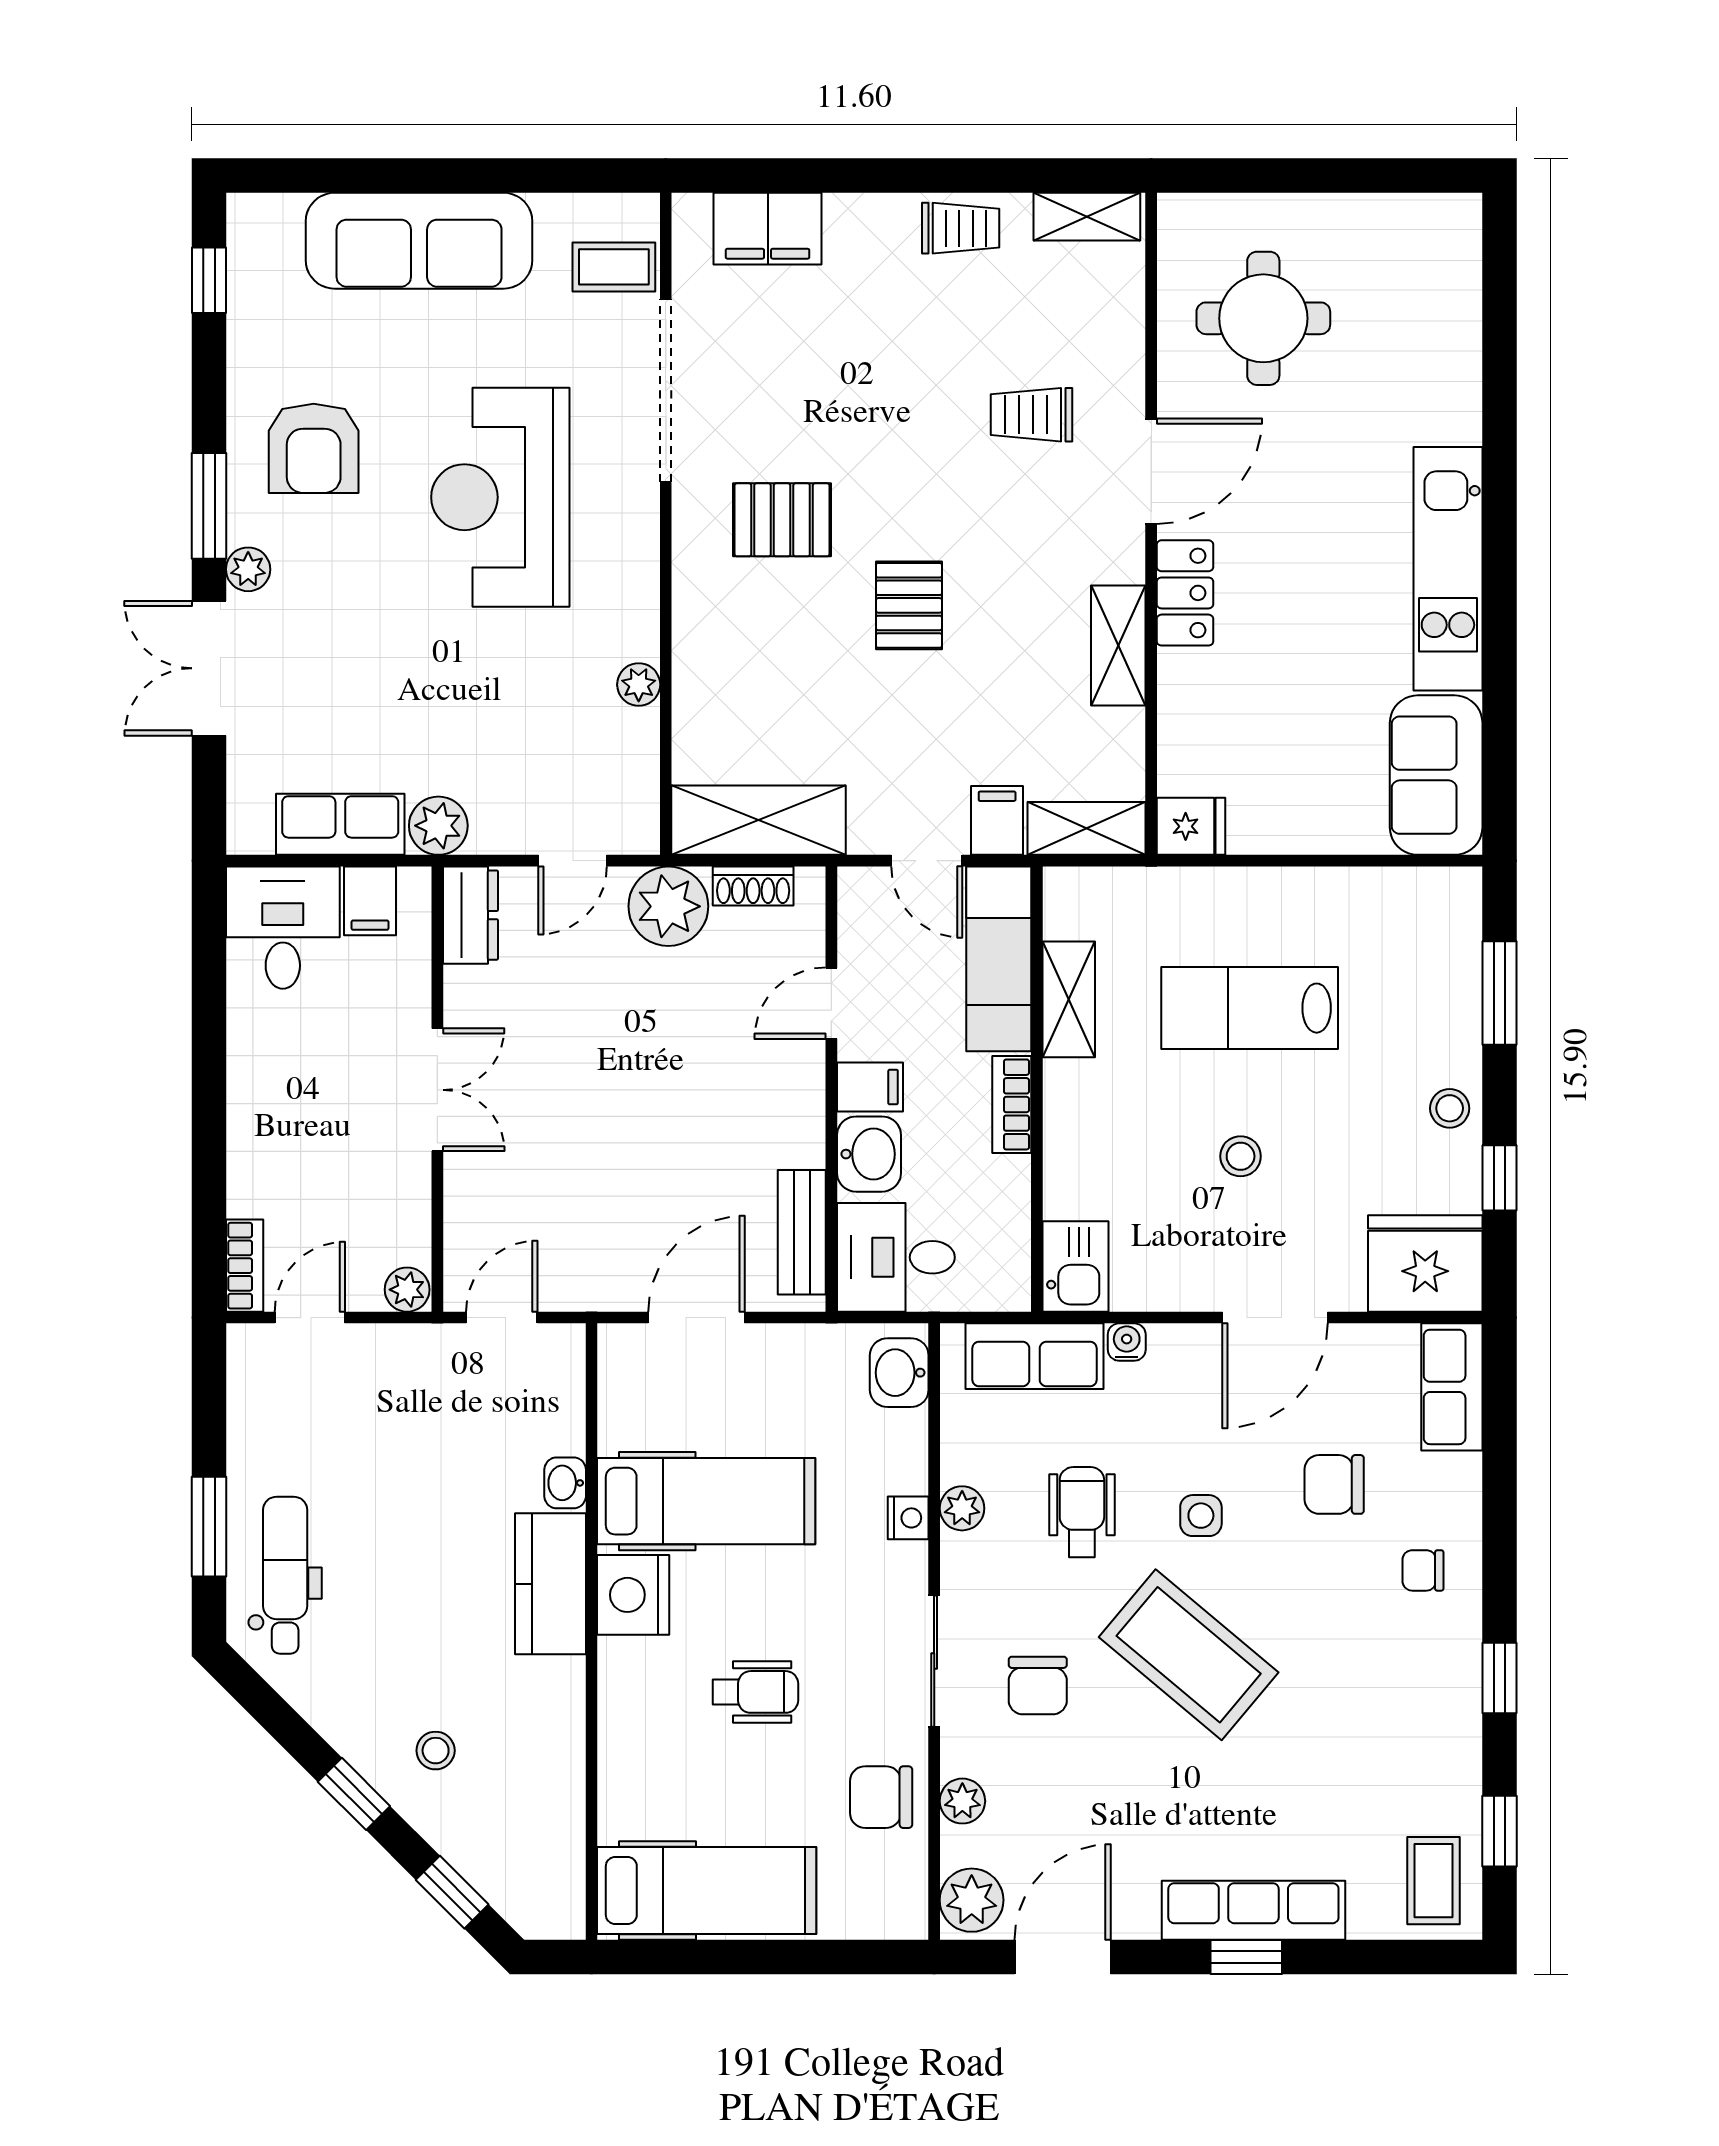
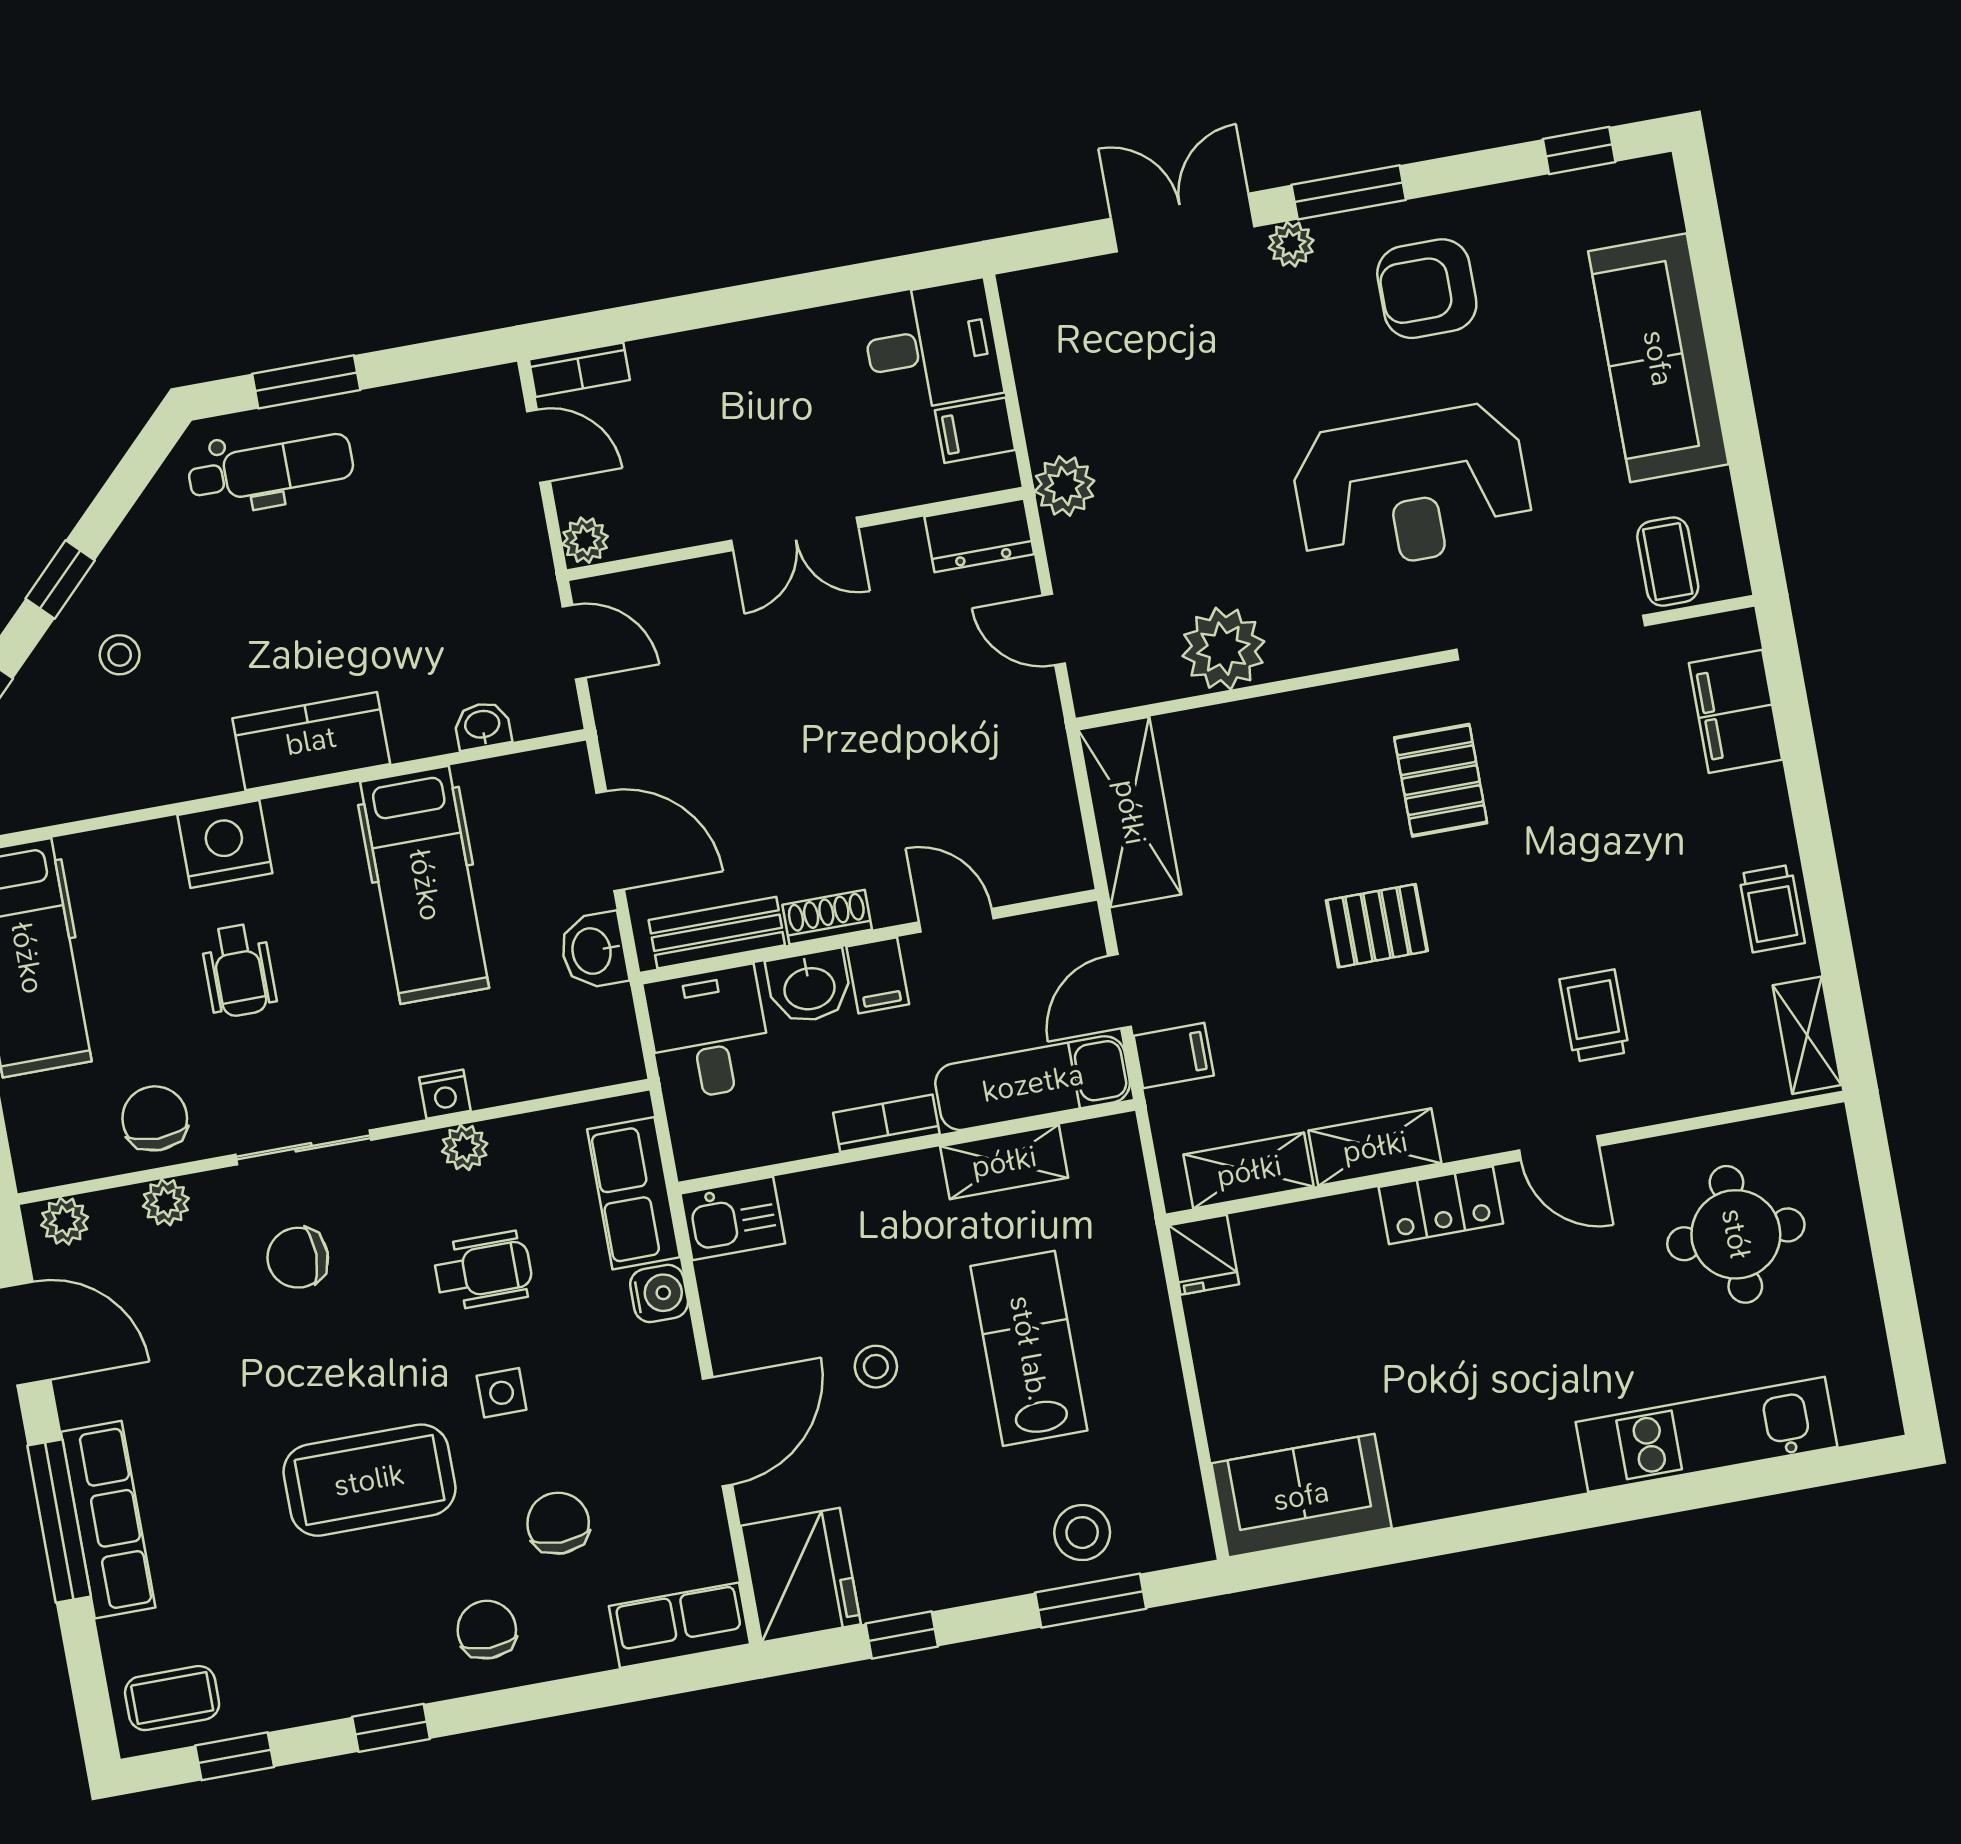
door: (1151, 471) -> (1559, 1148), width x0.73
reception desk: (500, 497) -> (1412, 488), turned 180
kitchen unit: (1448, 569) -> (1707, 1434), moved
plant: (639, 685) -> (1223, 649), width x1.87, depth x1.87
row of seats: (340, 824) -> (1048, 386), removed
shelving: (1086, 828) -> (1249, 1171), moved, turned 90
shoe rack: (753, 886) -> (827, 917), moved, turned 90
plant: (668, 906) -> (1025, 736), removed
stool: (1450, 1108) -> (1082, 1533), moved, width x1.37, depth x1.37
door: (1275, 1318) -> (718, 1432), swing flipped
water cooler: (1127, 1342) -> (659, 1293), width x1.38, depth x1.38
washbasin: (899, 1373) -> (593, 951), moved, turned -90
washbasin: (565, 1483) -> (482, 726), moved
chair: (1423, 1570) -> (487, 1630), width x1.37, depth x1.37
nightstand: (633, 1595) -> (225, 844), moved
coffee table: (1189, 1655) -> (369, 1480), moved, turned 50
plant: (972, 1900) -> (65, 1221), width x0.73, depth x0.73
window: (1246, 1957) -> (59, 1521), width x2.17

